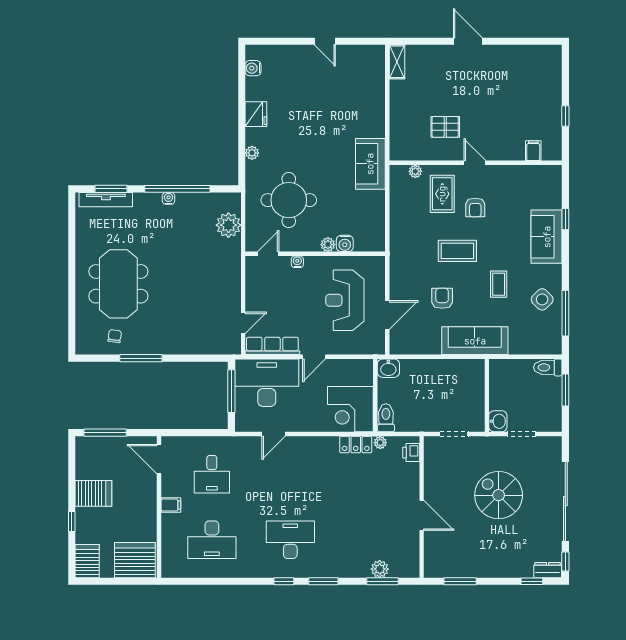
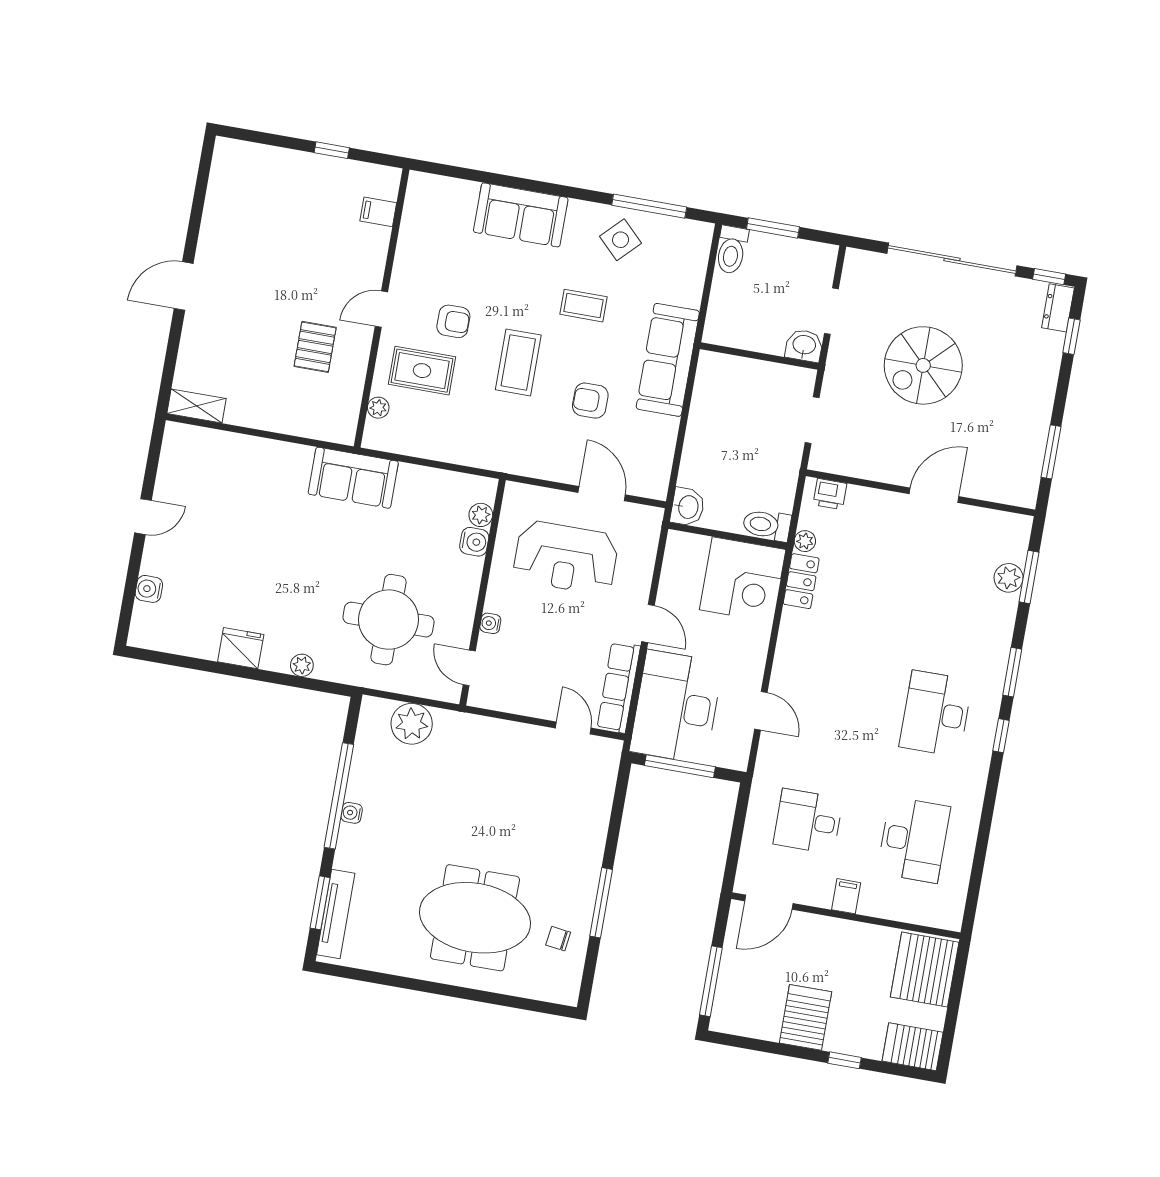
water cooler: (253, 68) -> (149, 589), moved, turned 90
window: (565, 219) -> (498, 179), removed
plant: (328, 245) -> (481, 515), moved
desk: (212, 474) -> (808, 821), turned 180

